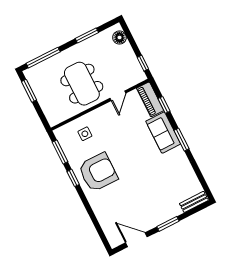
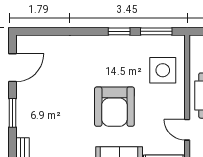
side table: (85, 134) -> (163, 70), width x1.87, depth x1.87
armchair: (98, 172) -> (114, 107), moved

